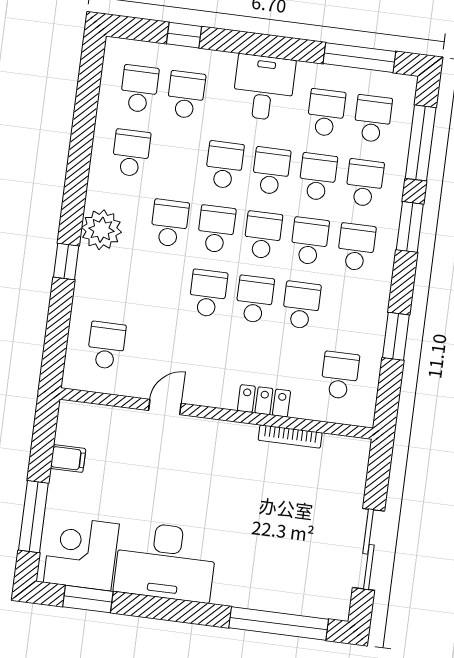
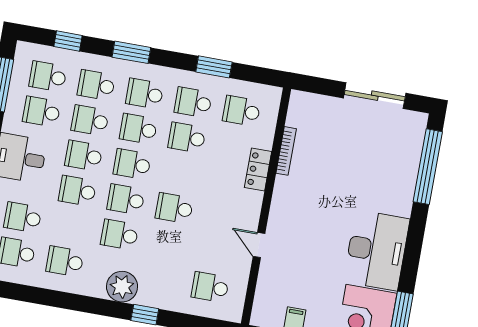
window: (421, 143) -> (68, 41), width x0.46
school desk: (255, 299) -> (193, 102), moved

